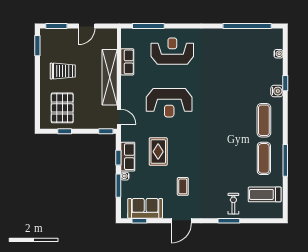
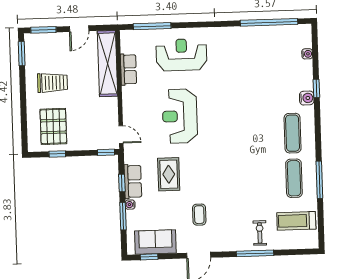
shelving: (110, 77) -> (107, 64), moved
reception desk: (169, 103) -> (180, 116), turned 90
window: (229, 221) -> (255, 253), width x1.44

